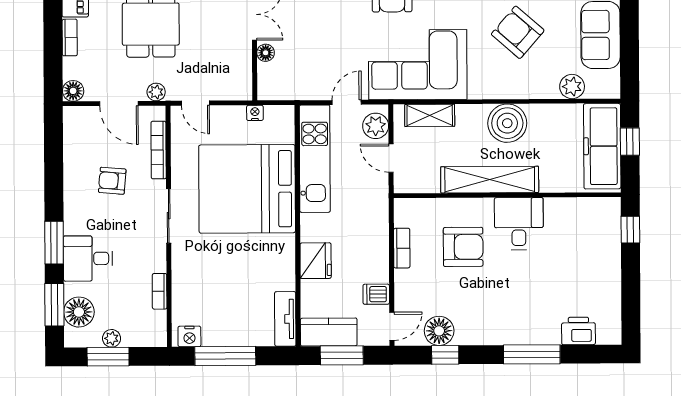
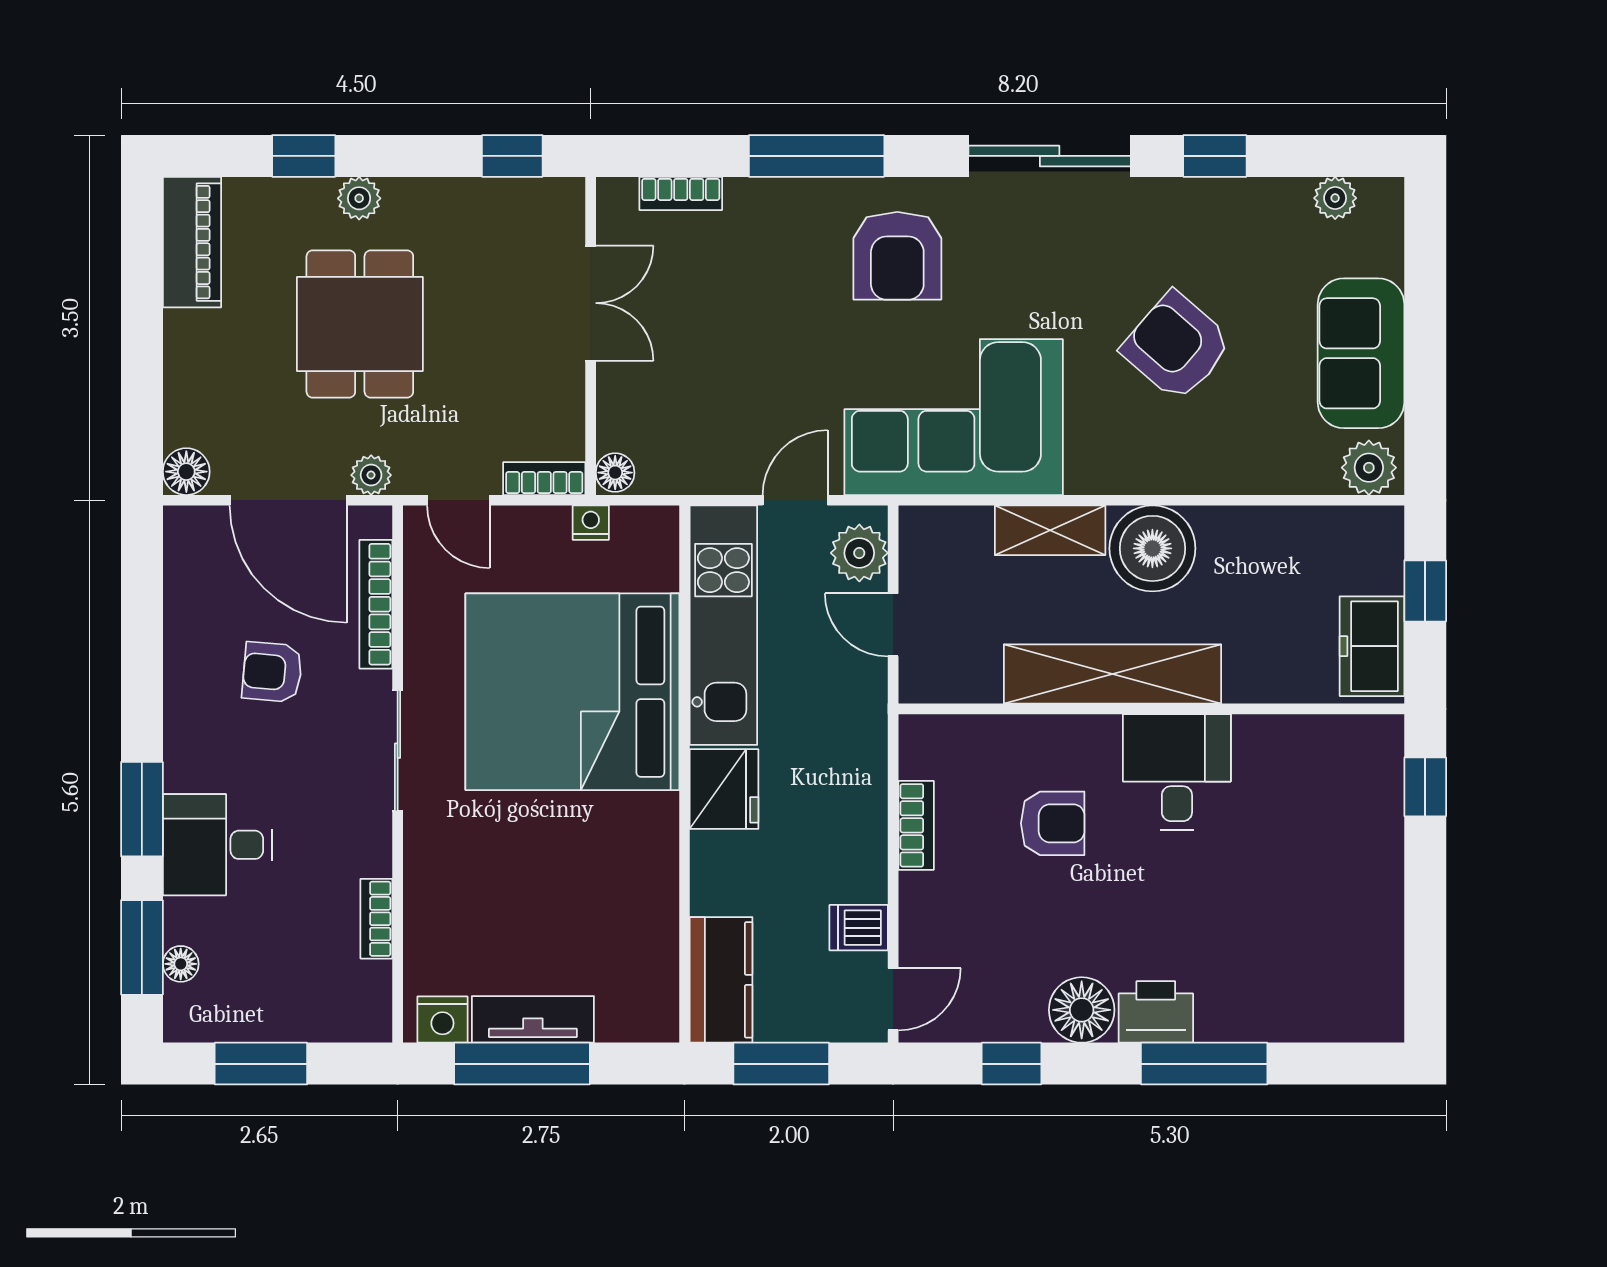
bookcase: (70, 37) -> (544, 479), moved, turned -90
floor lamp: (266, 53) -> (615, 473), moved
plant: (572, 87) -> (1369, 468), moved
door: (119, 104) -> (288, 500), width x1.36
shelving: (430, 115) -> (1050, 530), moved
freezer: (602, 146) -> (1372, 646), width x0.52, depth x0.79
armchair: (463, 247) -> (1053, 823), width x0.72, depth x0.72
fridge: (316, 261) -> (724, 789), moved
floor lamp: (79, 312) -> (181, 964), width x0.53, depth x0.53
tv unit: (285, 319) -> (533, 1019), moved, turned 90
floor lamp: (439, 331) -> (1082, 1010), moved
printer: (578, 331) -> (1156, 1012), moved
kitchen counter: (329, 332) -> (721, 980), moved, turned 90
plant: (112, 338) -> (269, 1023), removed

